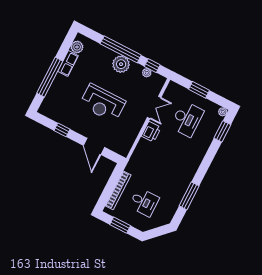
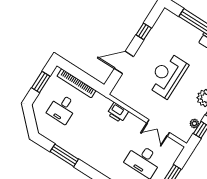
printer: (151, 132) -> (118, 113), moved

